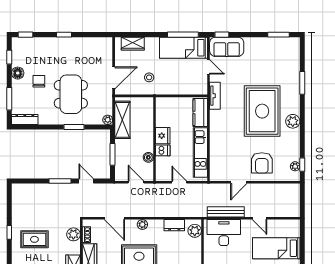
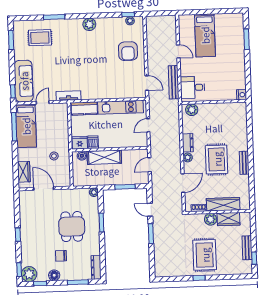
plant: (20, 45) -> (29, 274), added
sofa: (227, 47) -> (24, 81), width x1.36
door: (114, 78) -> (44, 189), moved
dining table: (71, 94) -> (72, 227), width x0.73
rug: (262, 111) -> (40, 38), moved, width x0.54, depth x0.49
shelving: (122, 120) -> (104, 157), moved
fridge: (163, 136) -> (80, 143), moved
dishwasher: (163, 150) -> (93, 142), moved
boiler: (148, 157) -> (82, 156), moved
armchair: (262, 163) -> (128, 51), turned 90
door: (86, 181) -> (150, 210), hinge flipped
door: (239, 182) -> (147, 83), moved
door: (260, 218) -> (178, 51), hinge flipped
dresser: (174, 225) -> (188, 143), moved
desk: (224, 233) -> (193, 87), width x0.73
plant: (73, 234) -> (211, 219), moved
rug: (34, 239) -> (205, 255), width x1.36, depth x1.43

